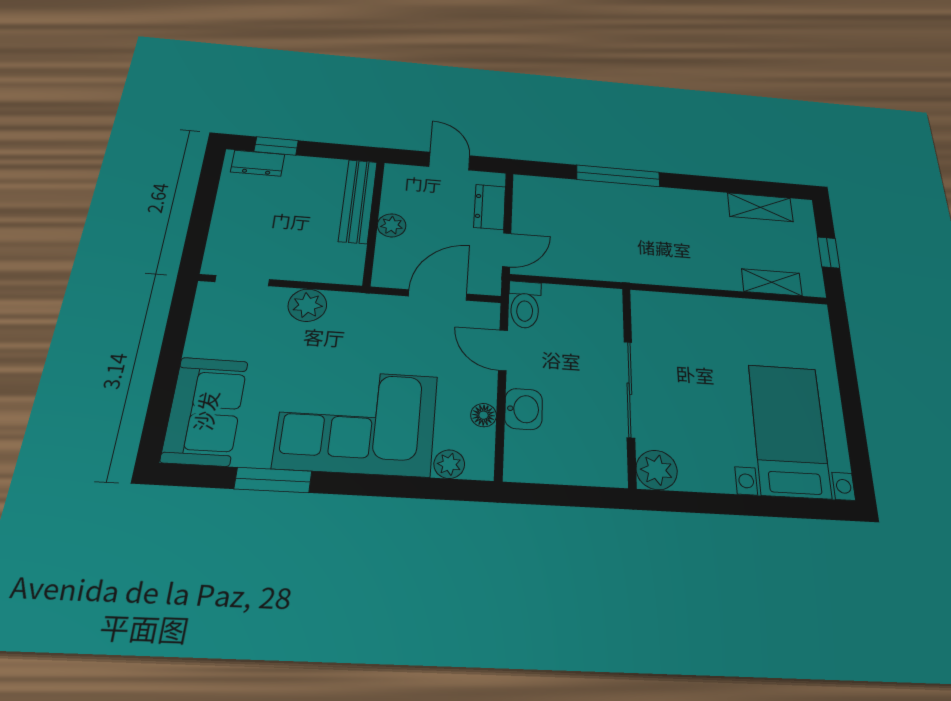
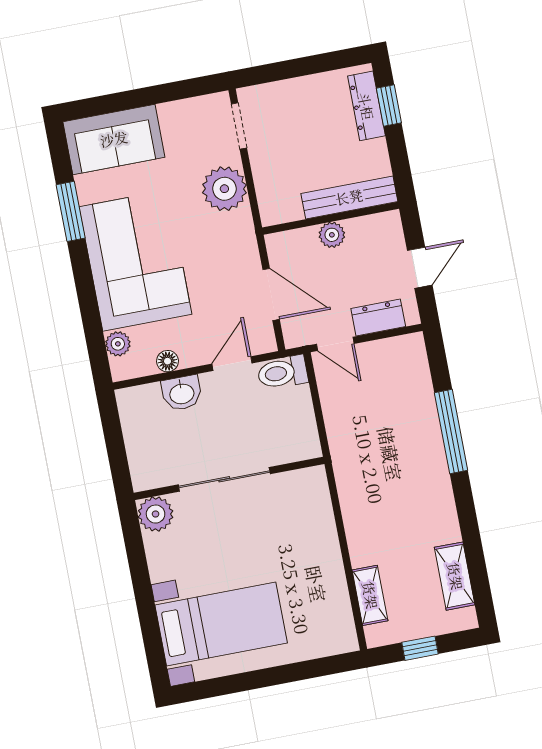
dresser: (258, 163) -> (366, 106), width x1.44
plant: (307, 305) -> (224, 189), width x1.36, depth x1.36

